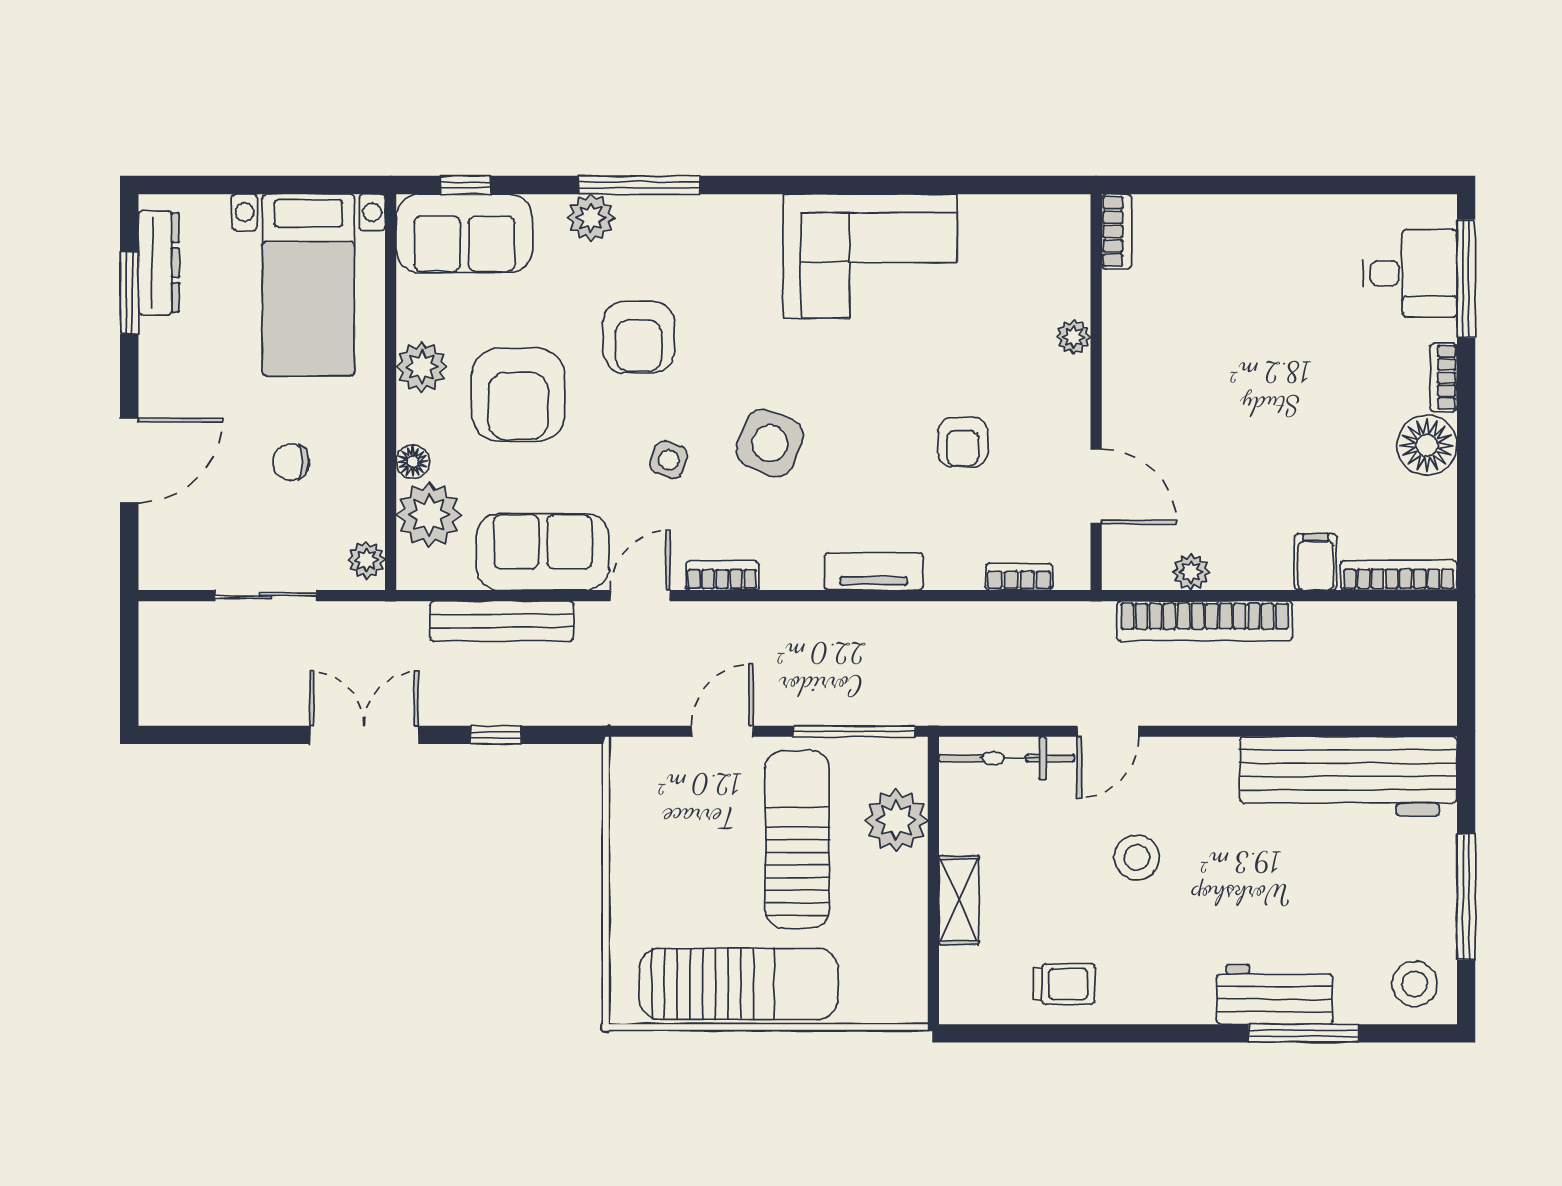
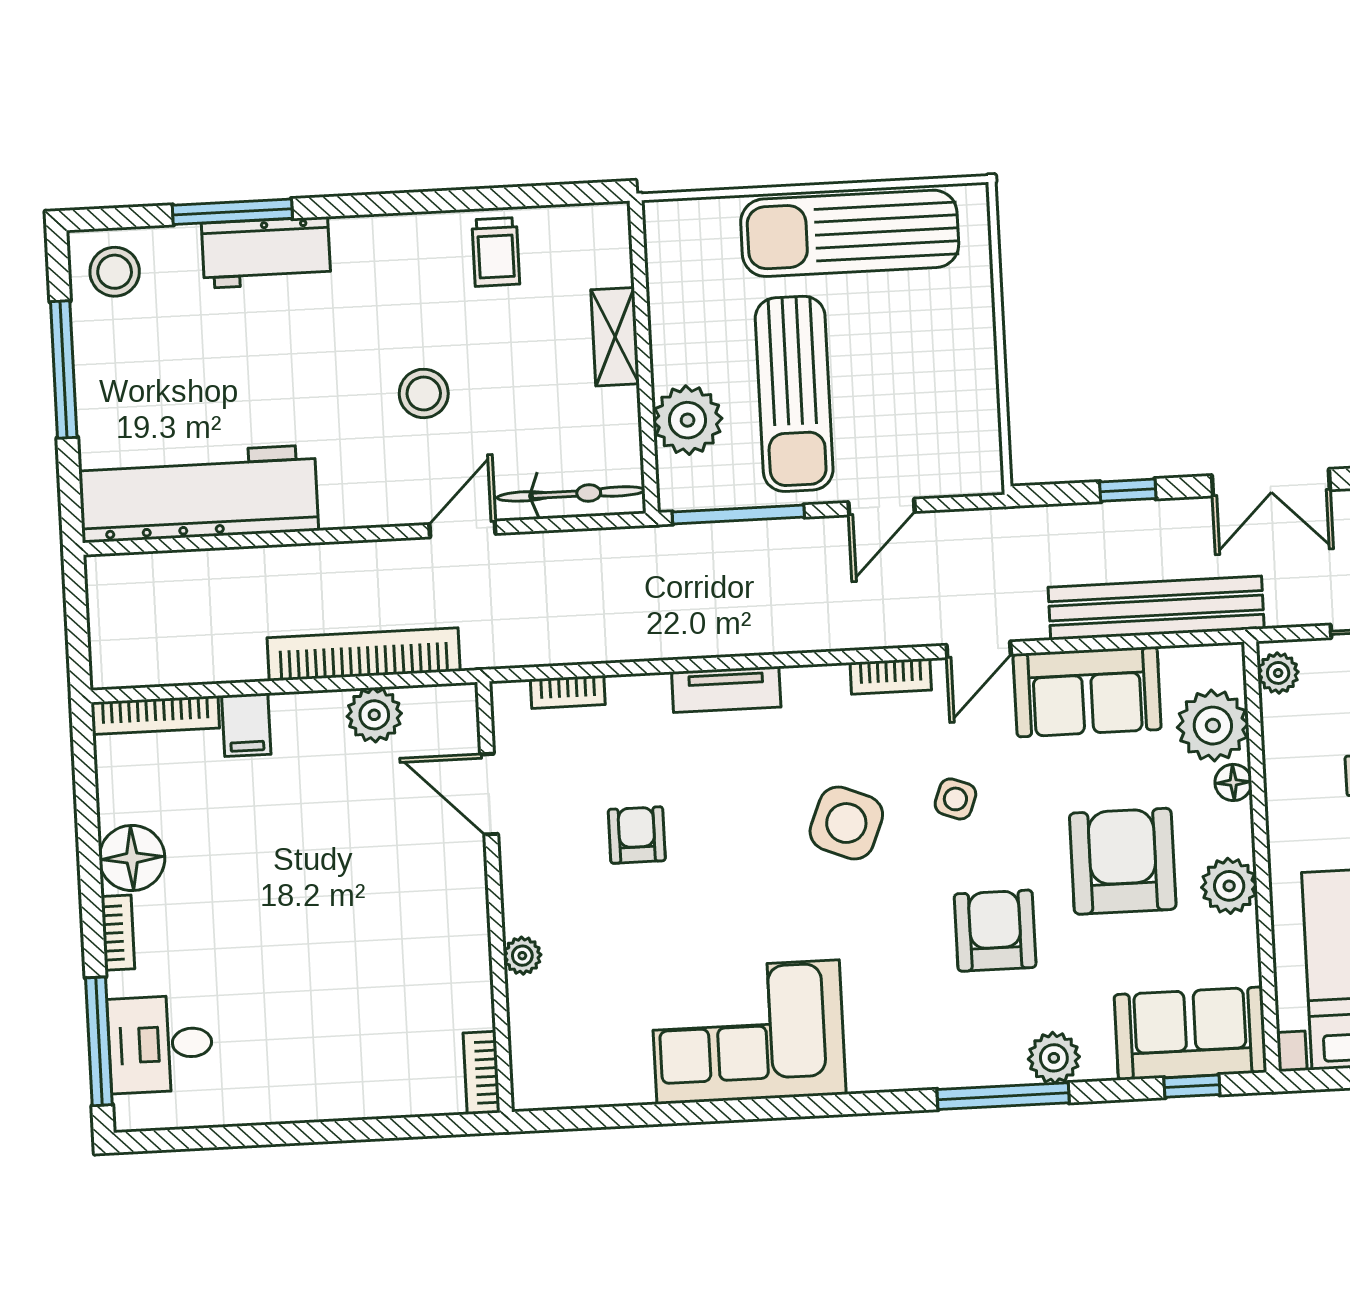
plant: (1191, 572) -> (374, 715), width x1.38, depth x1.38
bench: (502, 621) -> (1156, 608), width x1.37, depth x1.21
trolley: (1064, 984) -> (496, 252), turned -90

